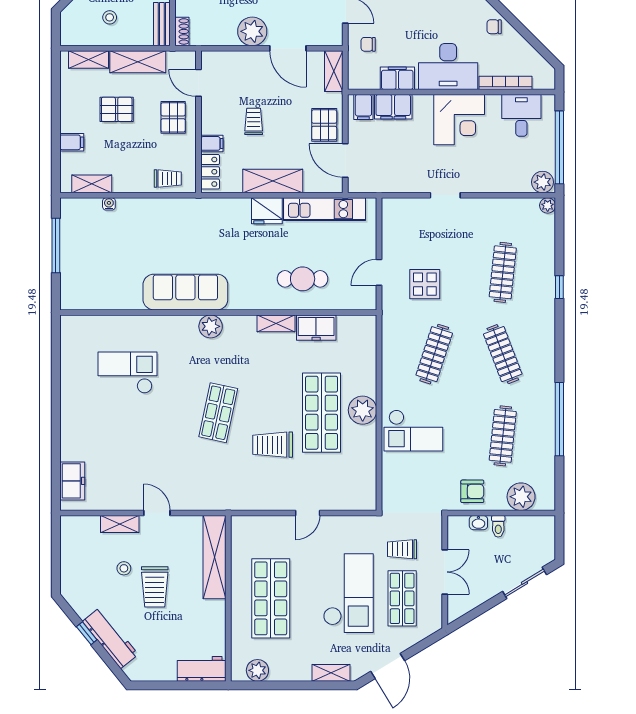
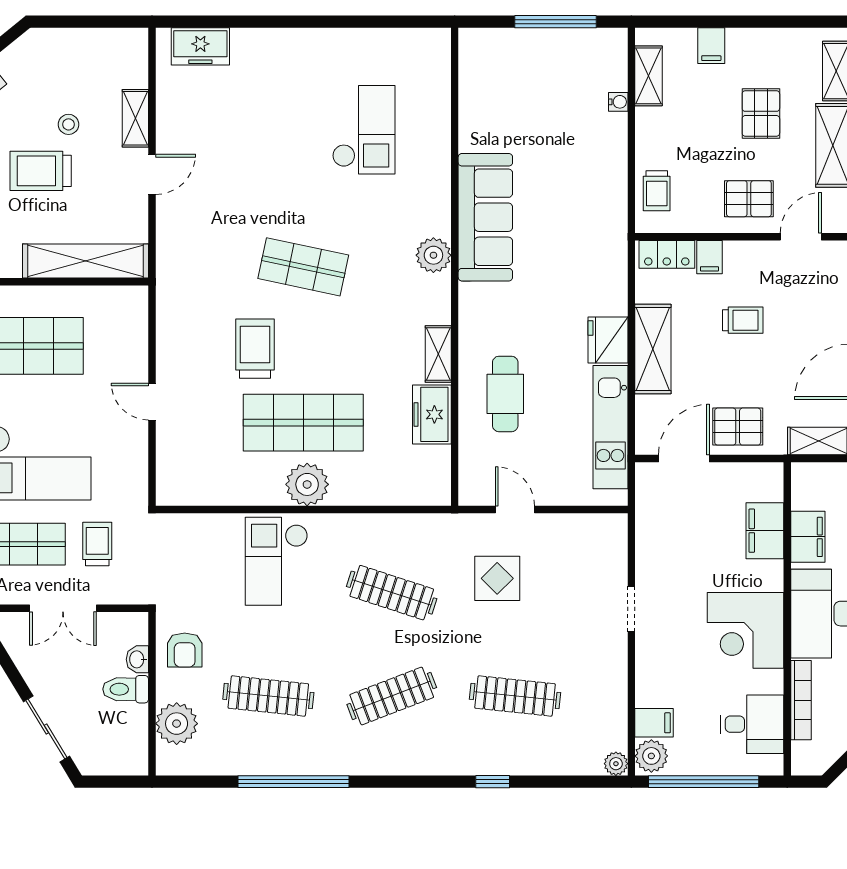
filing cabinet: (363, 107) -> (654, 723), moved, turned 180
toilet: (498, 526) -> (126, 689), width x1.37, depth x1.39

